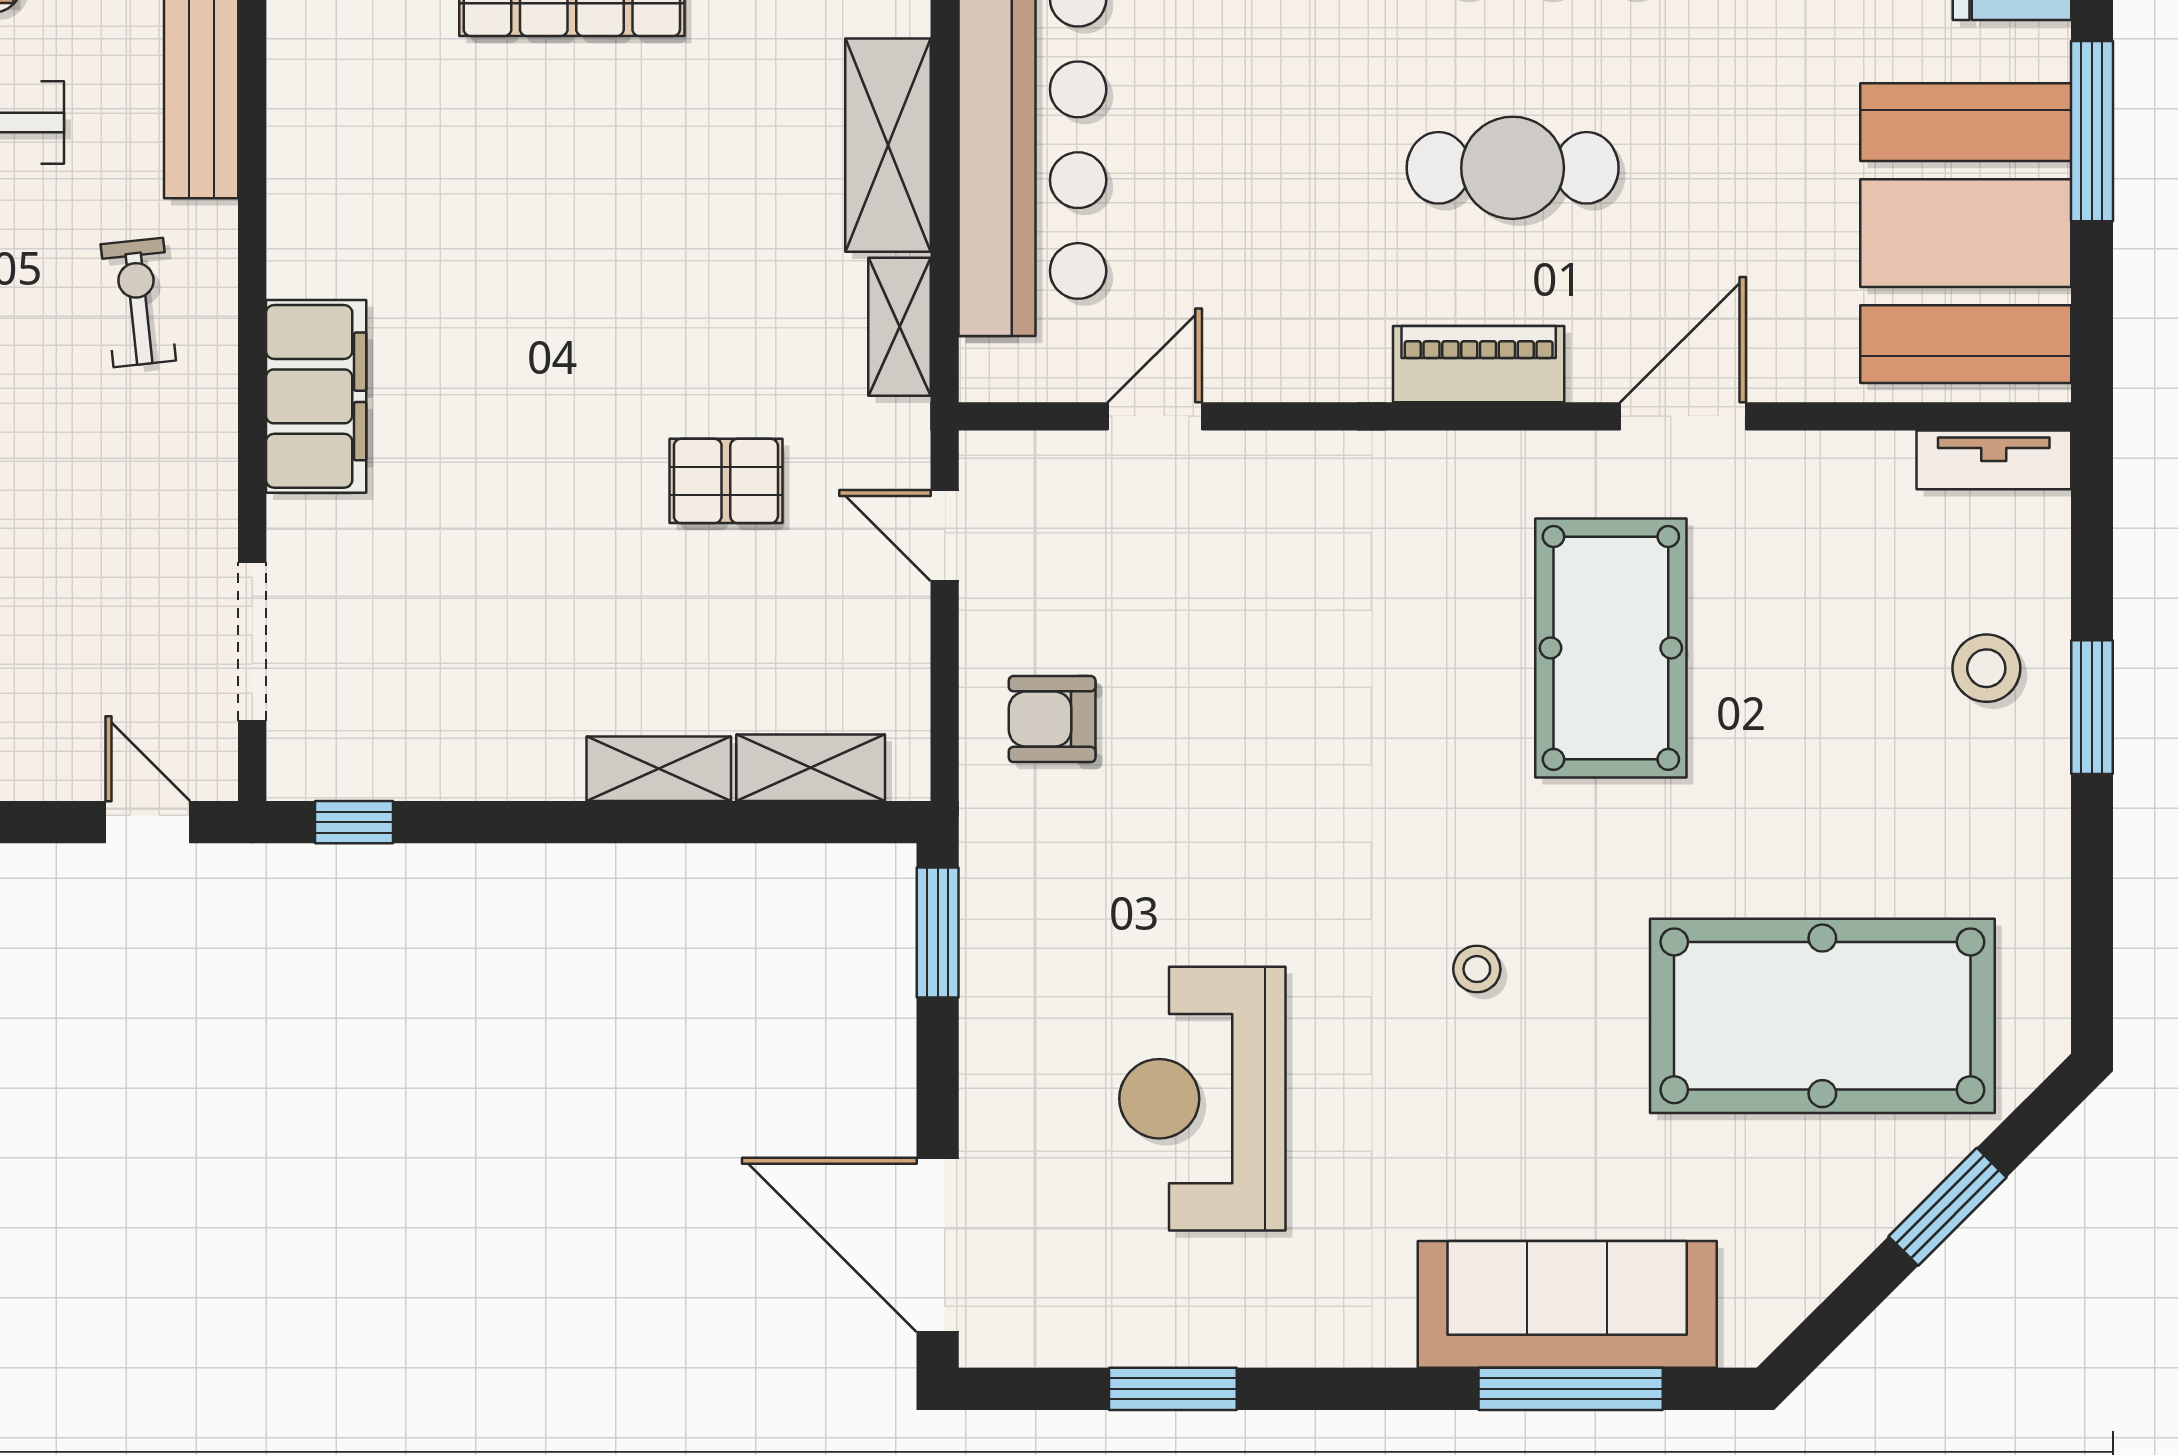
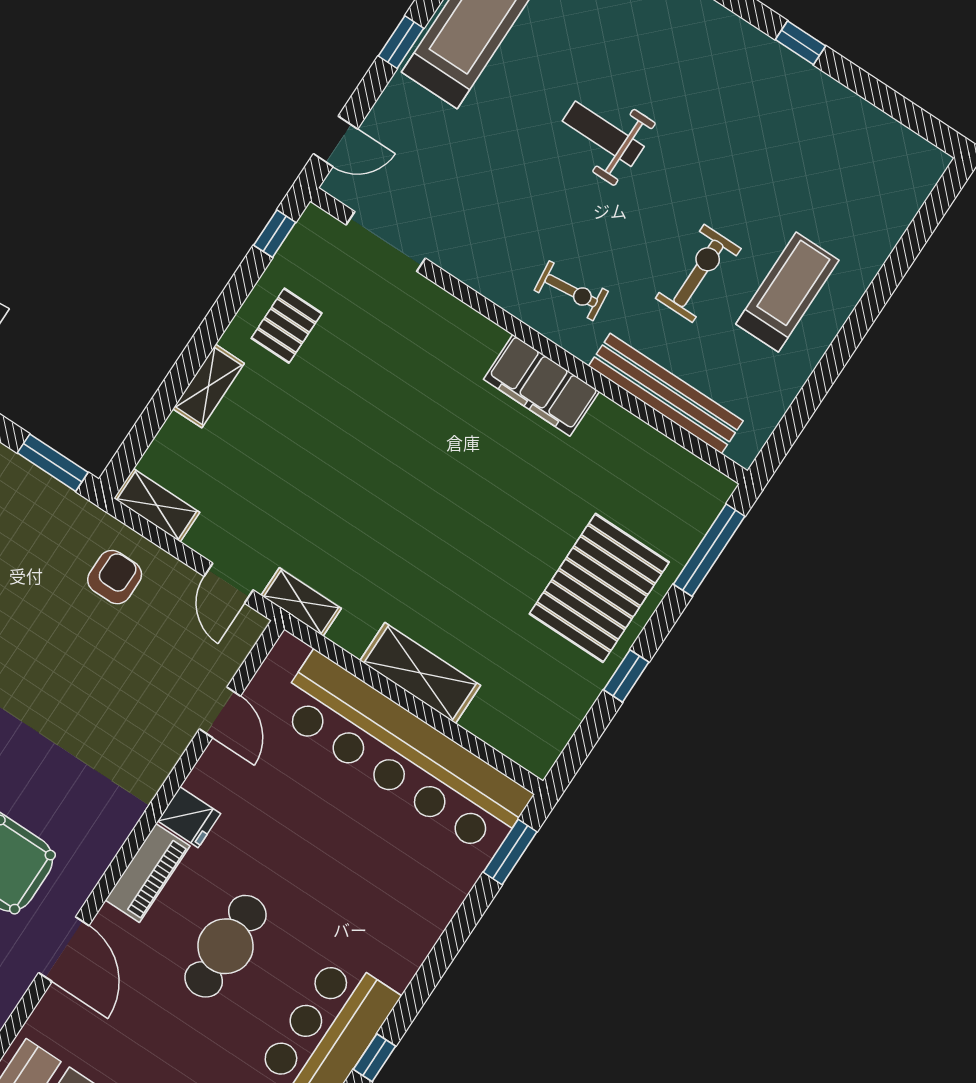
shelving: (900, 327) -> (301, 602), moved
fridge: (1349, 357) -> (189, 817), added
filing cabinet: (316, 396) -> (541, 385), moved
pallet: (726, 481) -> (287, 326), moved
door: (945, 535) -> (229, 583), swing flipped
shelving: (811, 768) -> (157, 505), moved, turned 90

